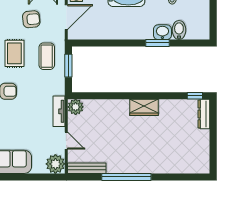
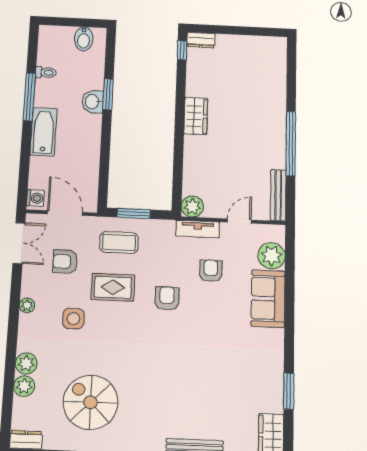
armchair: (31, 19) -> (65, 262), turned -85
bidet: (179, 30) -> (84, 39), moved, turned -90
washbasin: (162, 32) -> (93, 102), moved
dresser: (204, 114) -> (201, 40), width x0.70
armchair: (29, 121) -> (211, 271), added
plant: (55, 164) -> (272, 256), moved

